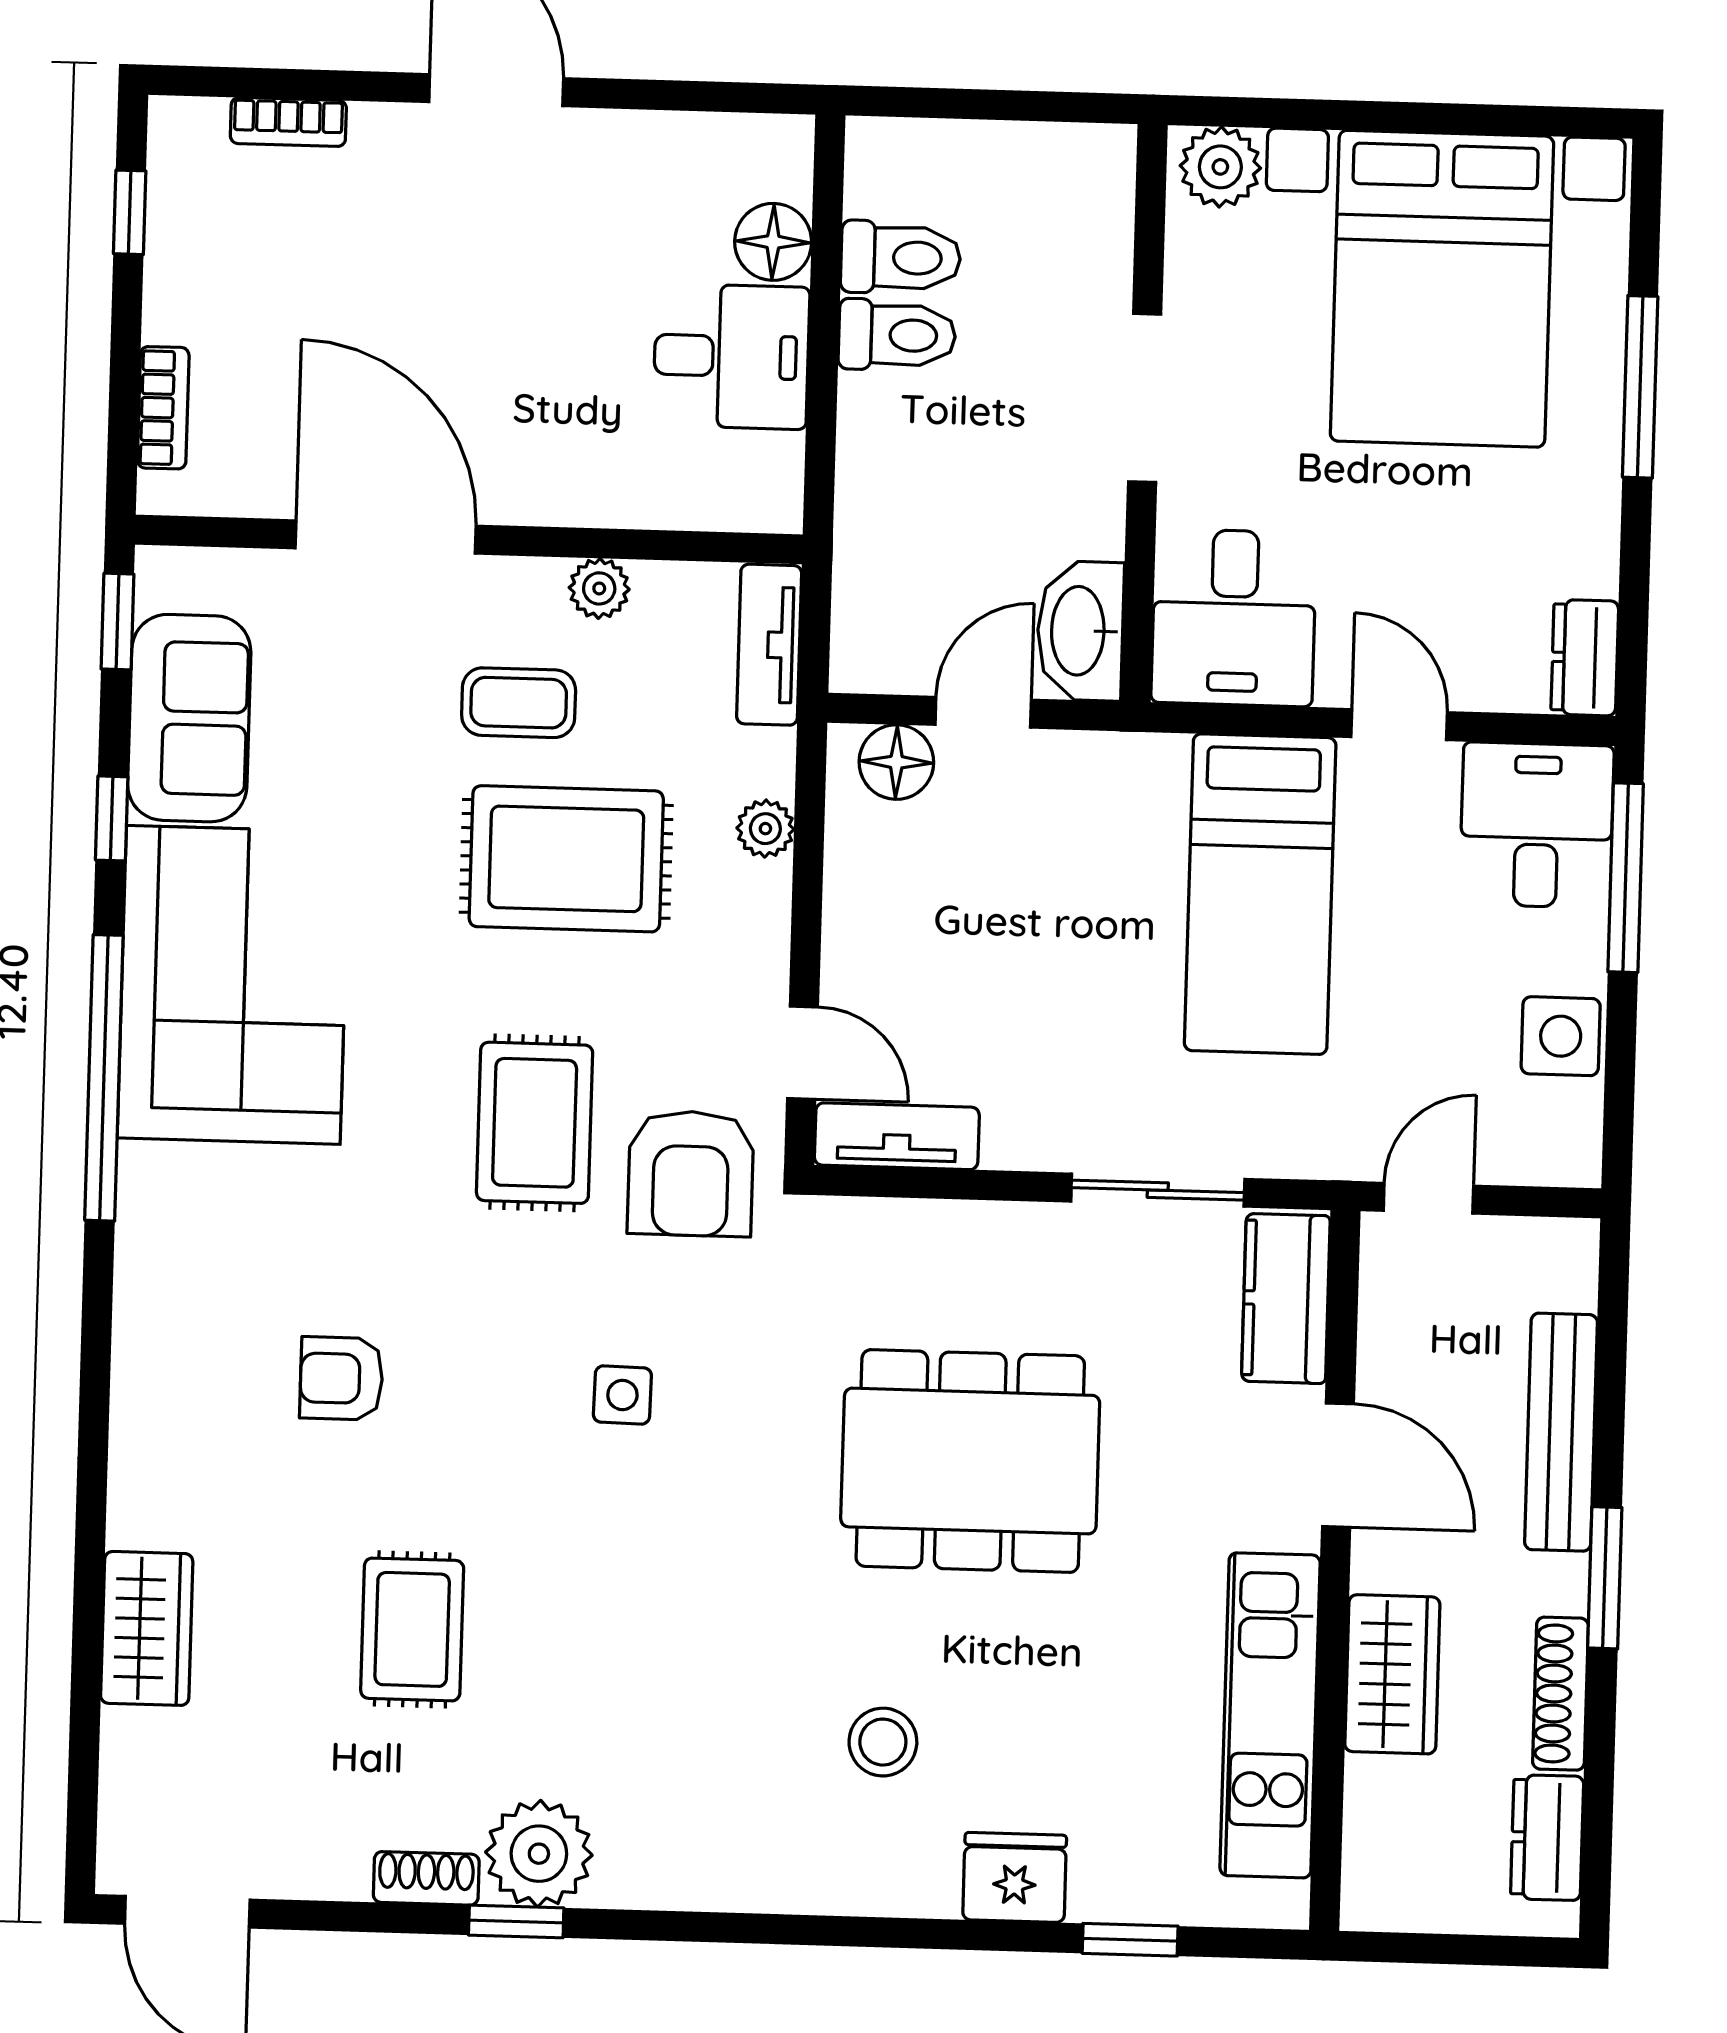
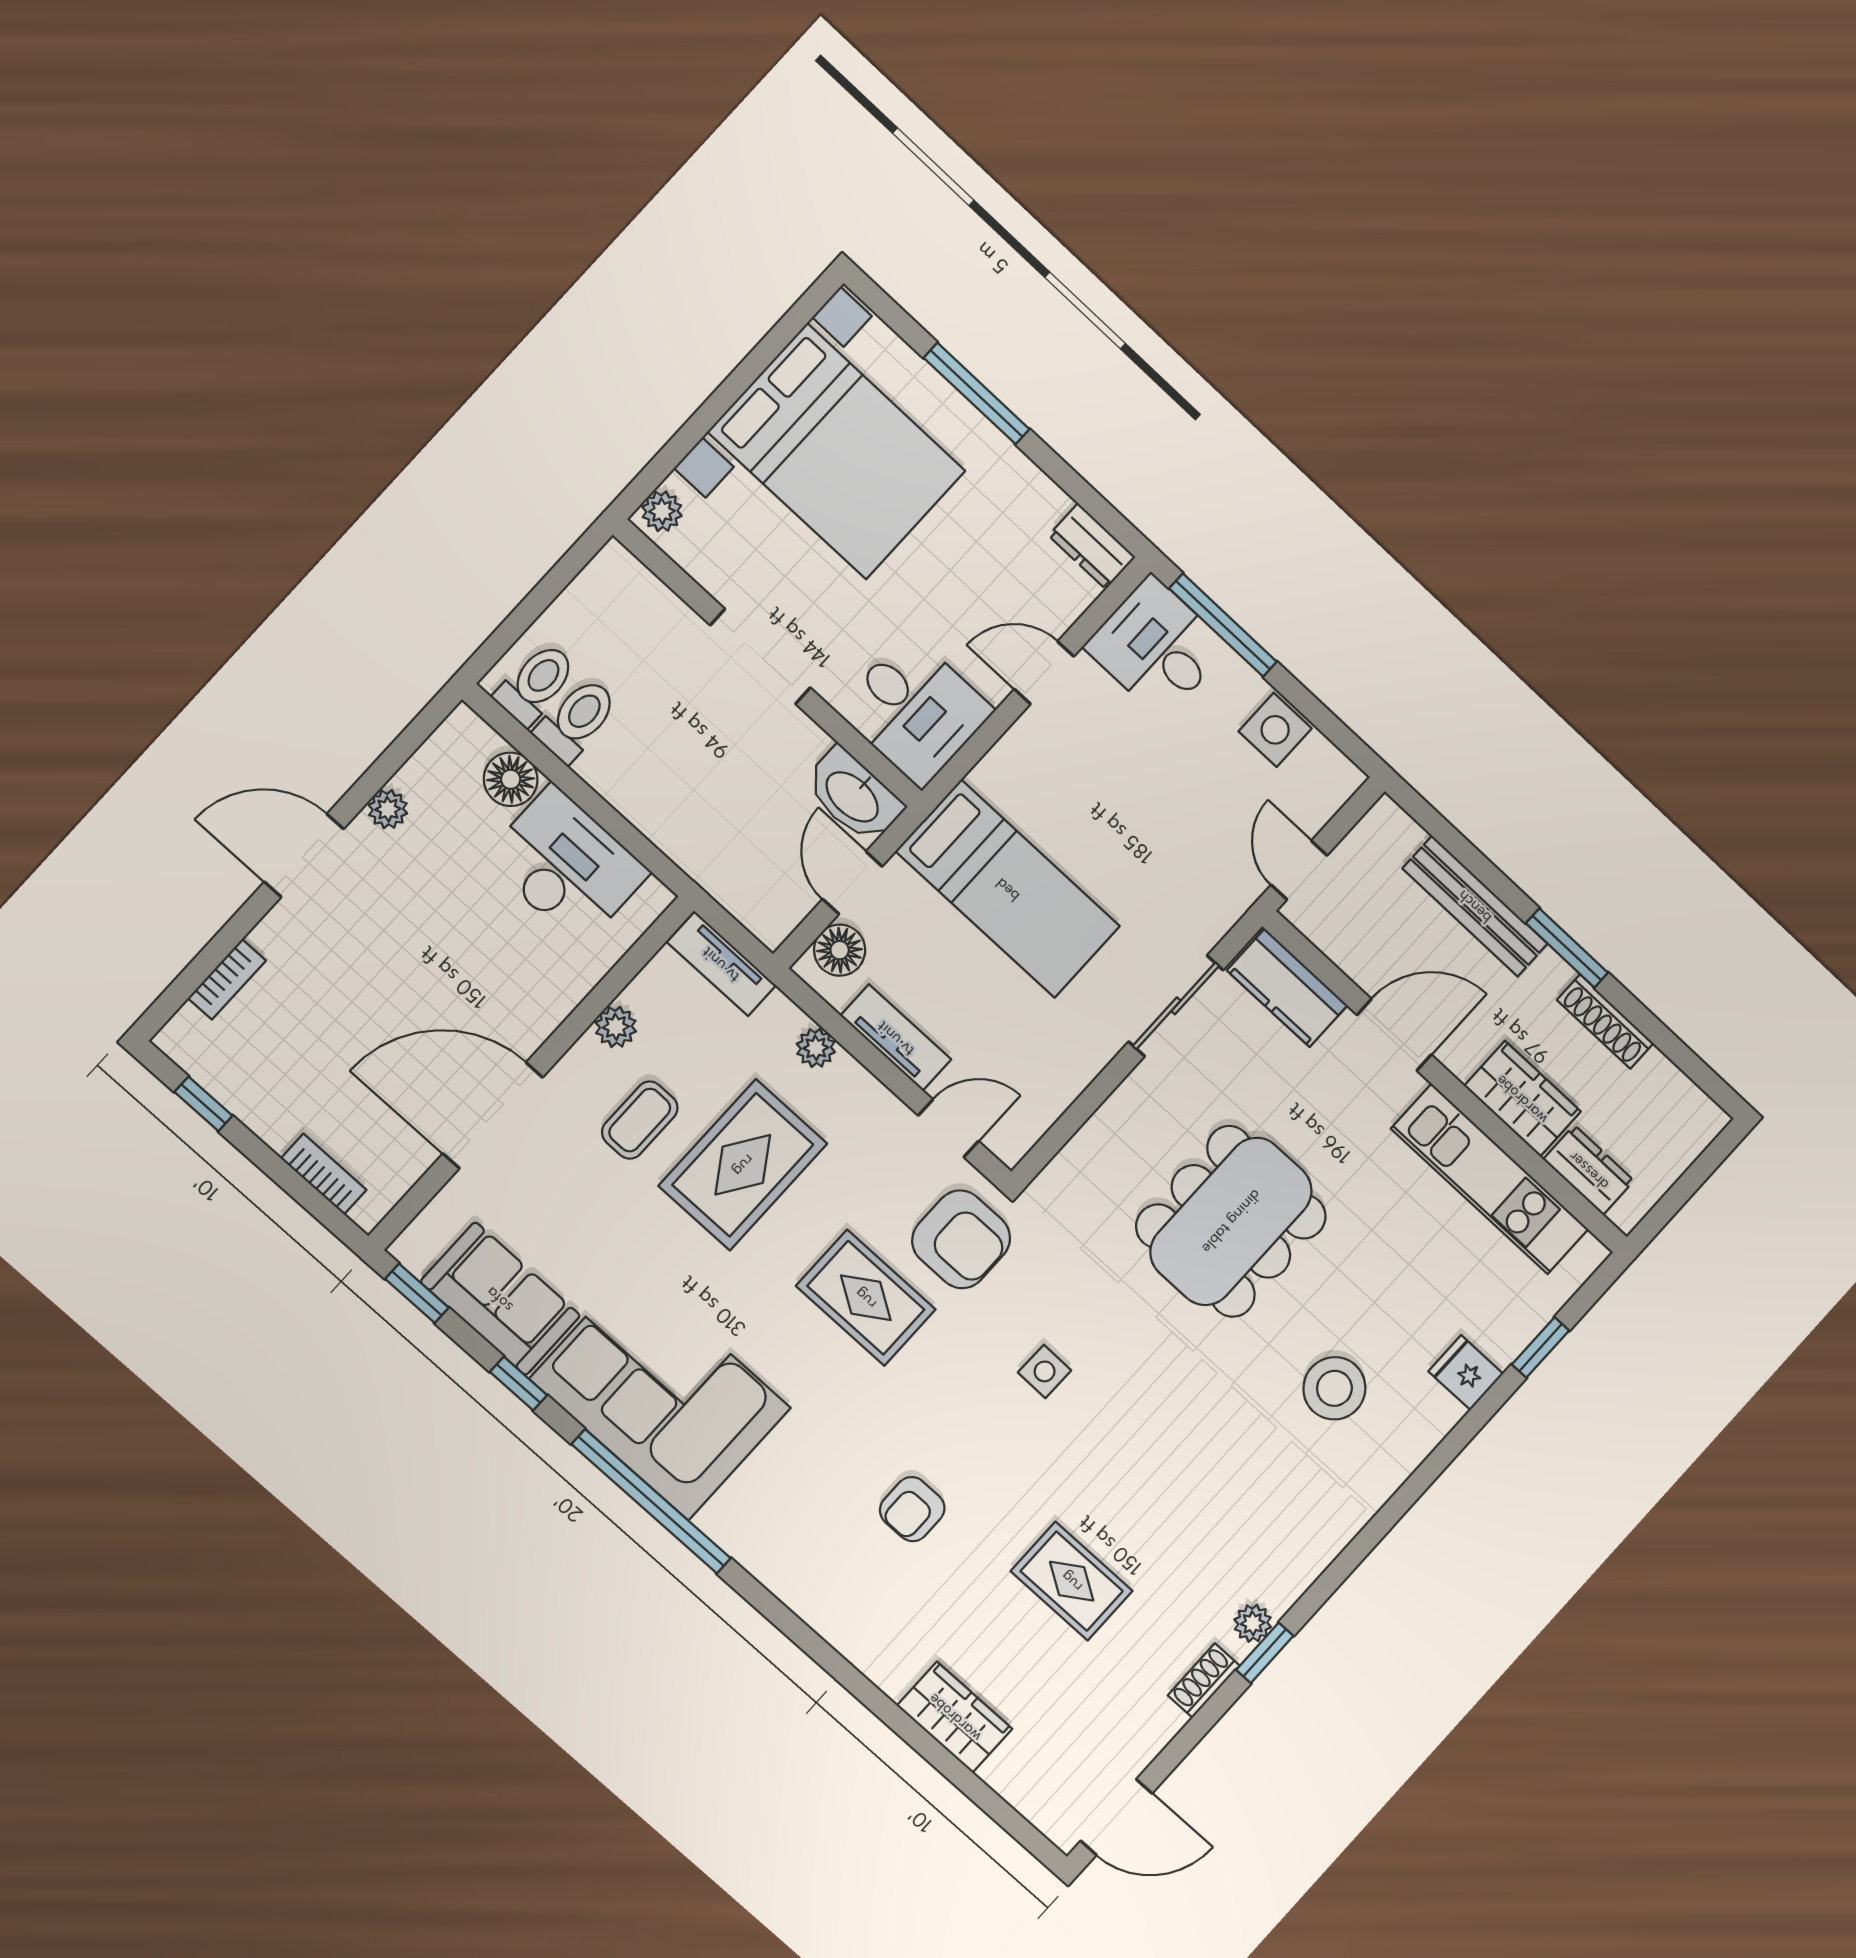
plant: (625, 137) -> (388, 809), added
plant: (1220, 167) -> (662, 511), width x0.73, depth x0.73
toilet: (897, 335) -> (536, 684), moved
desk: (731, 356) -> (566, 866), width x1.37
bed: (1260, 894) -> (1008, 889), moved
tv unit: (897, 1136) -> (896, 1038), moved, turned 90
stool: (883, 1742) -> (1334, 1388), width x1.38, depth x1.38
dresser: (1547, 1838) -> (1589, 1170), moved, turned 180
plant: (539, 1854) -> (1253, 1623), width x0.53, depth x0.53
fridge: (1015, 1878) -> (1466, 1373), width x0.72

